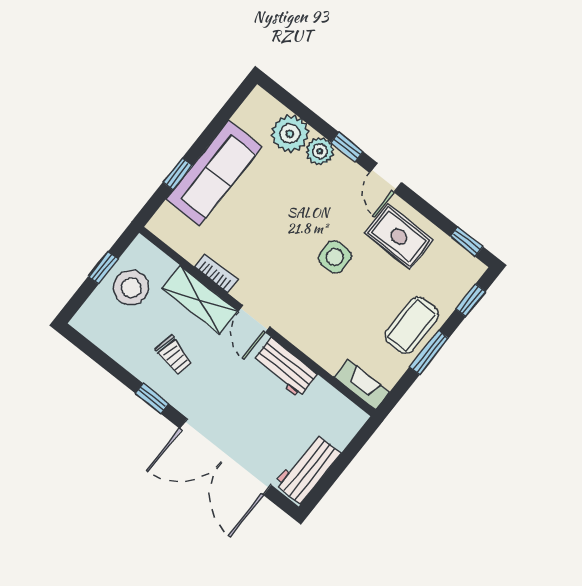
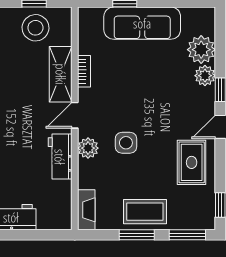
side table: (335, 257) -> (126, 143), moved
window: (471, 300) -> (187, 235), width x1.50
plant: (299, 332) -> (88, 148), added
trolley: (174, 356) -> (15, 85), removed

